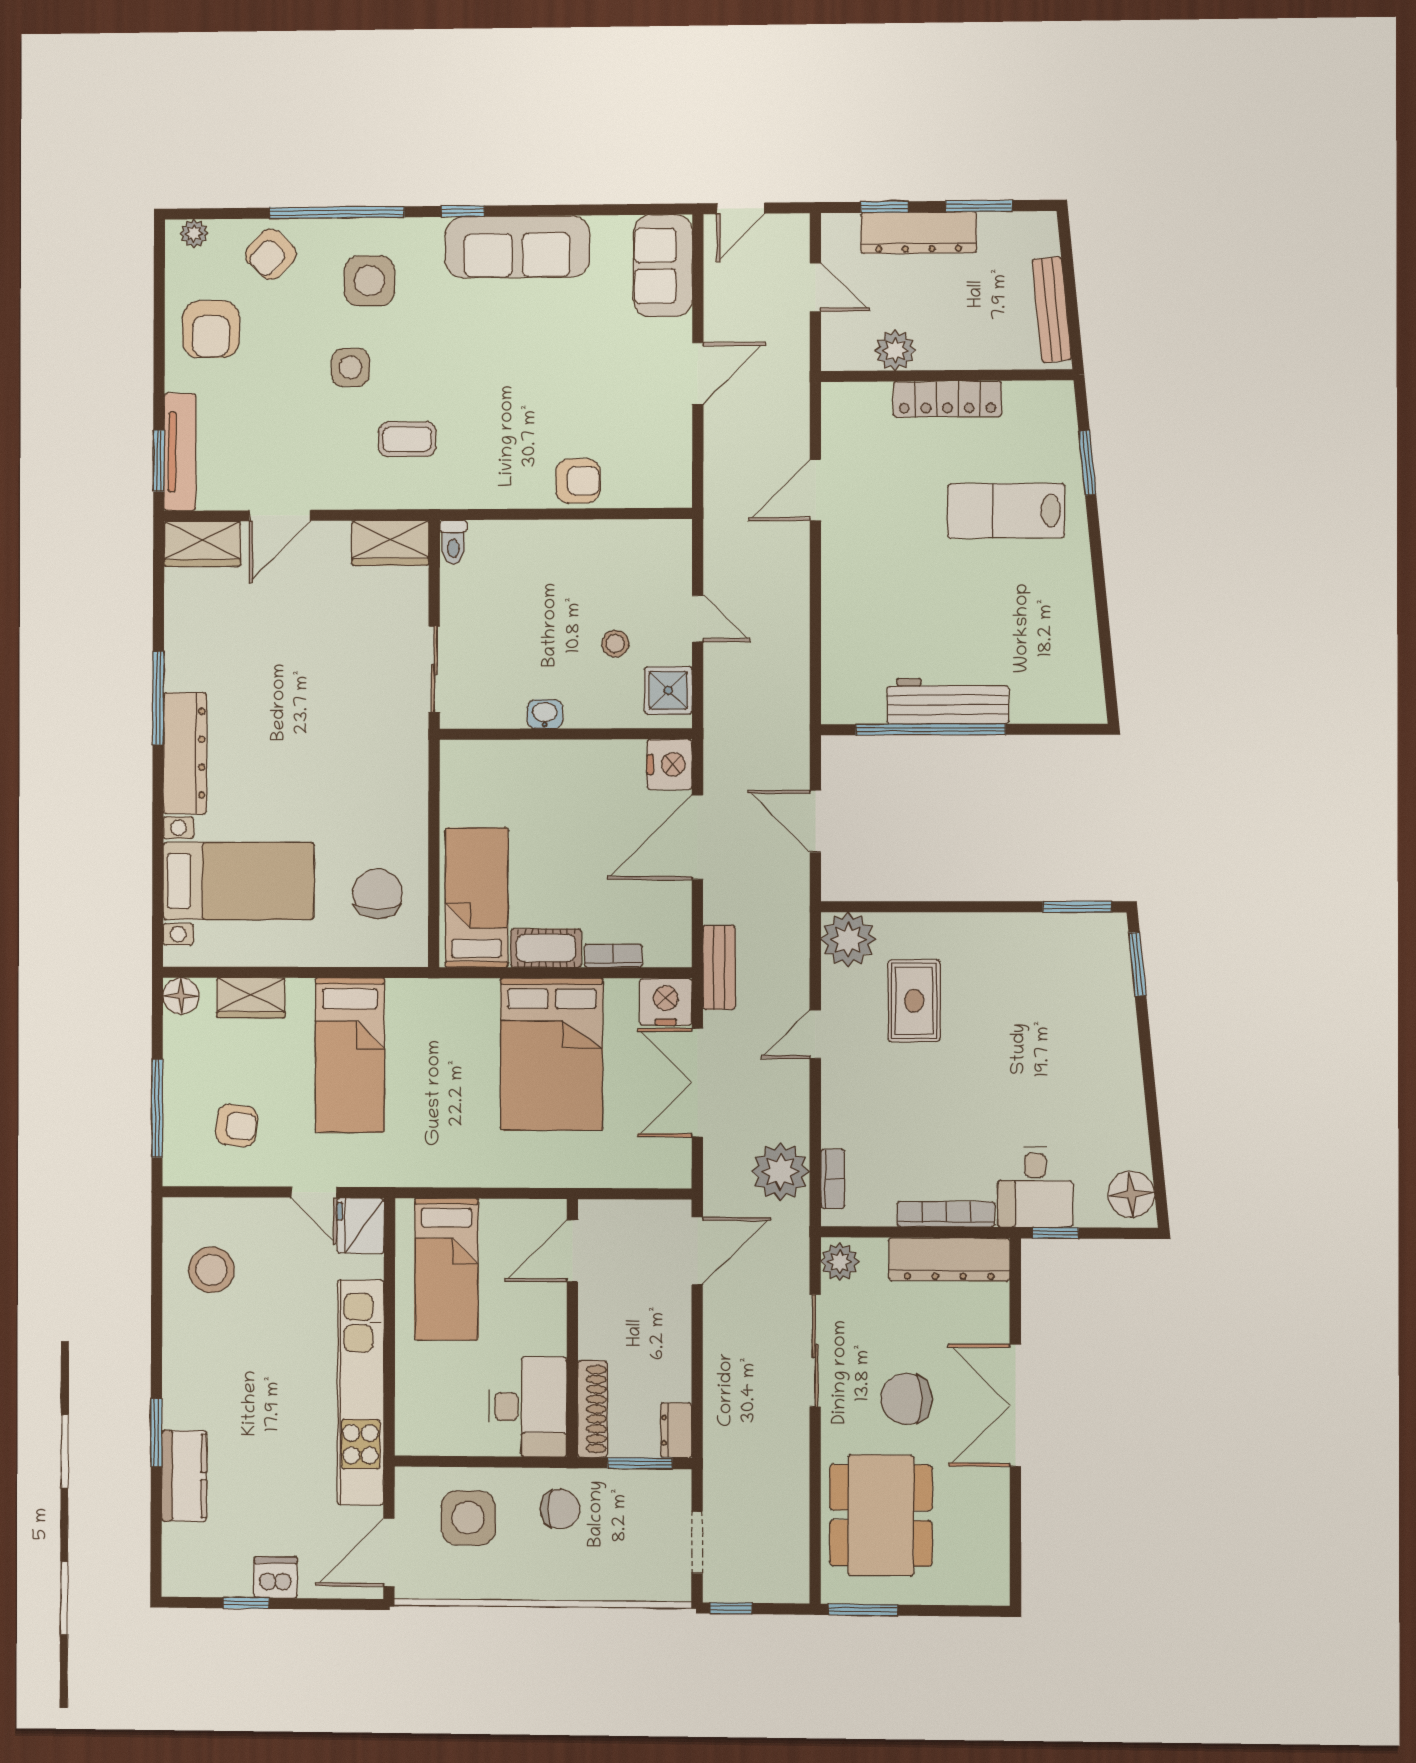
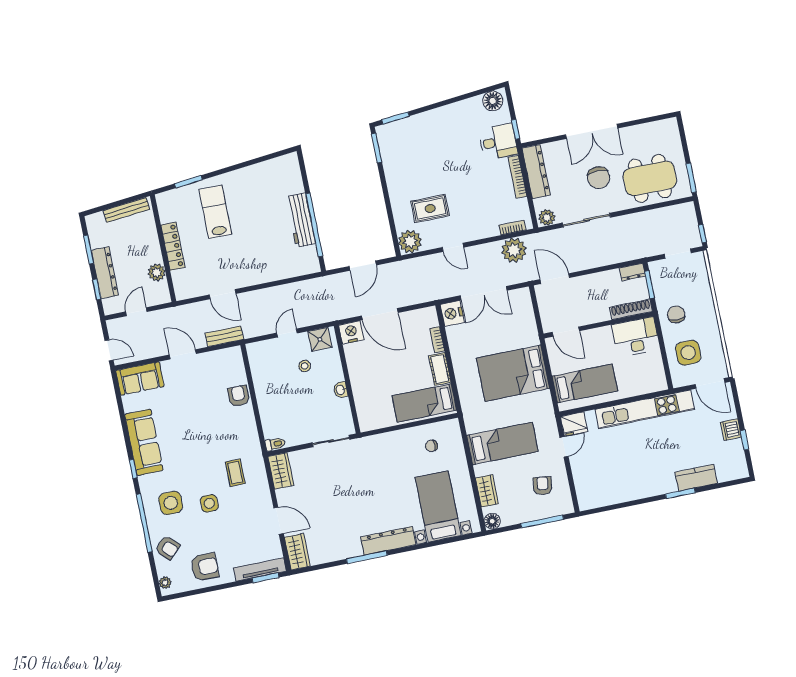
lab bench: (1006, 511) -> (215, 212), turned 180
chair: (377, 894) -> (431, 446), width x0.54, depth x0.54
bench: (719, 967) -> (224, 336), moved
bed: (552, 1054) -> (513, 373), moved, turned 180
stool: (211, 1270) -> (606, 484), removed

